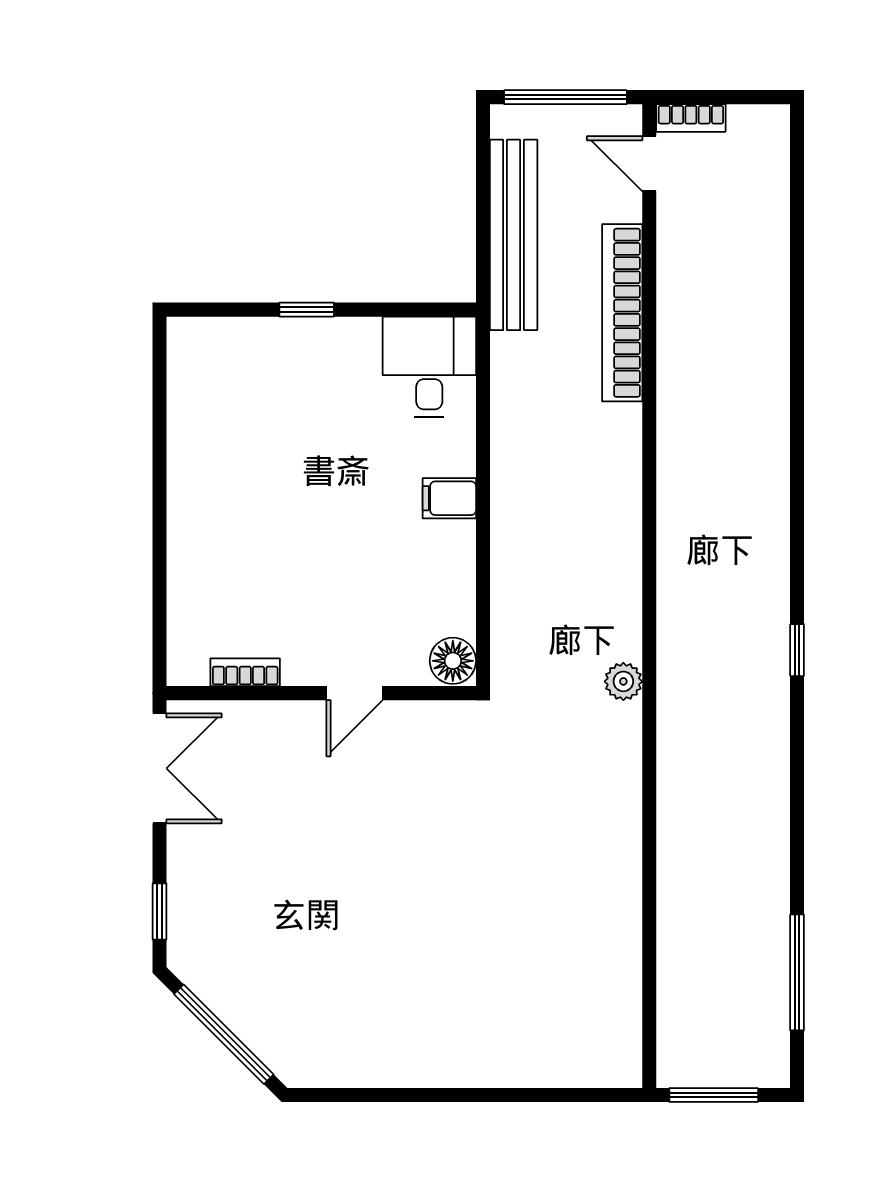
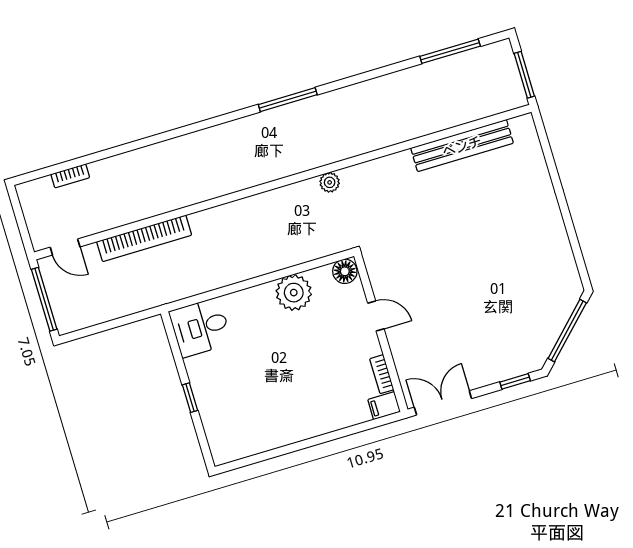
bookcase: (691, 118) -> (70, 176), moved, turned 90
door: (649, 164) -> (65, 247), hinge flipped
bench: (514, 235) -> (462, 146), moved
filing cabinet: (449, 498) -> (384, 406), moved, turned 90
plant: (442, 556) -> (294, 293), added
window: (797, 650) -> (288, 100), width x2.17

